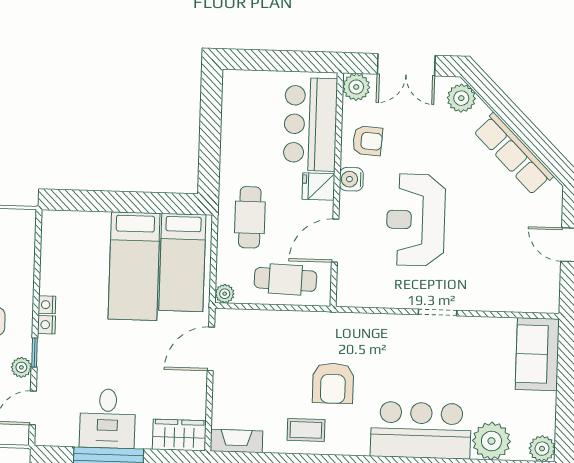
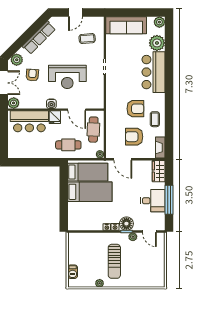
armchair: (368, 141) -> (32, 75), moved
coffee table: (508, 271) -> (87, 39), added
floor lamp: (54, 353) -> (126, 224), added
sofa: (537, 354) -> (126, 25), width x1.36
armchair: (265, 378) -> (134, 137), added

